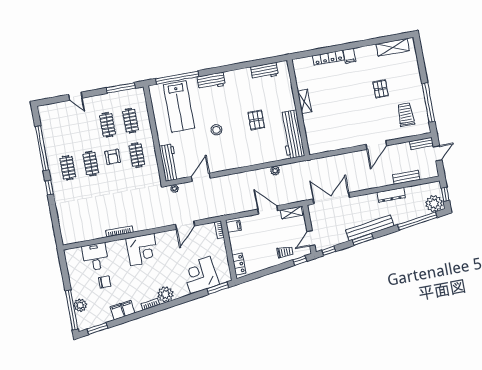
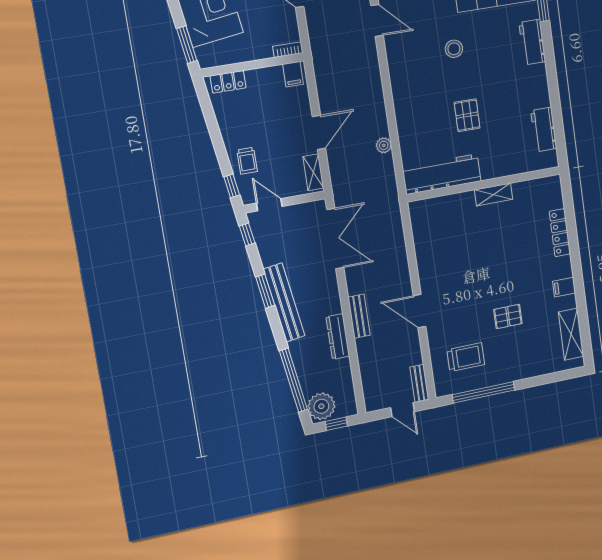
filing cabinet: (349, 56) -> (564, 287), moved
pallet: (256, 120) -> (467, 115), turned 90
bench: (406, 177) -> (359, 316), moved

